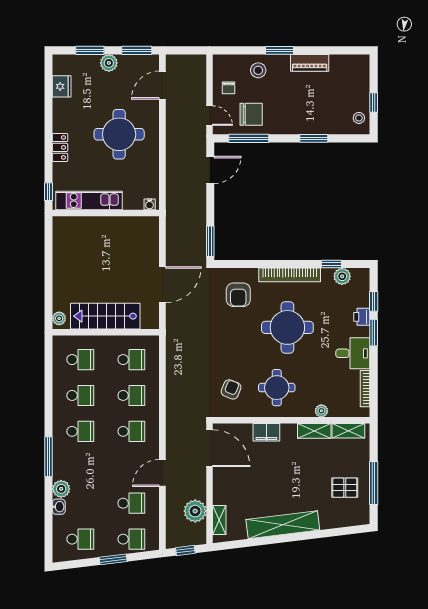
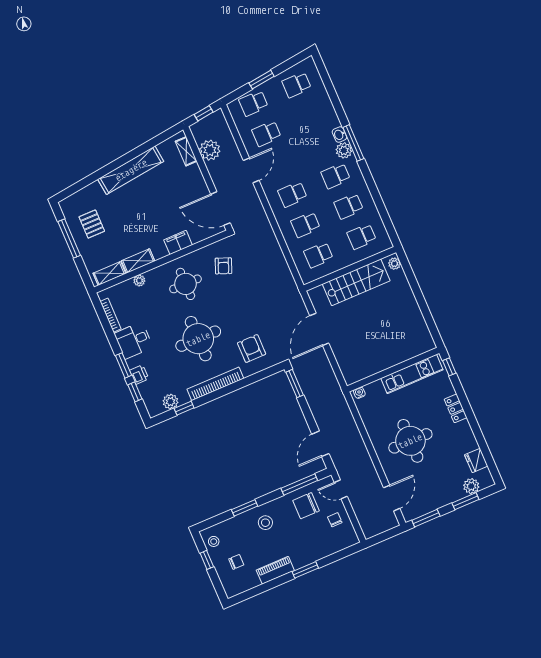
plant: (109, 63) -> (471, 486), moved
stool: (258, 70) -> (265, 523), moved
chair: (345, 88) -> (236, 562), added
pallet: (345, 488) -> (92, 224), turned 90
plant: (61, 489) -> (344, 150), moved
washbasin: (59, 507) -> (339, 135), moved

